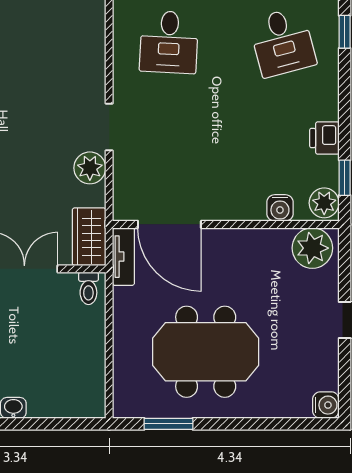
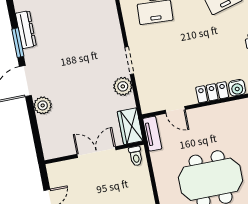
locker: (237, 207) -> (212, 92), added
door: (169, 224) -> (175, 110), width x0.53

